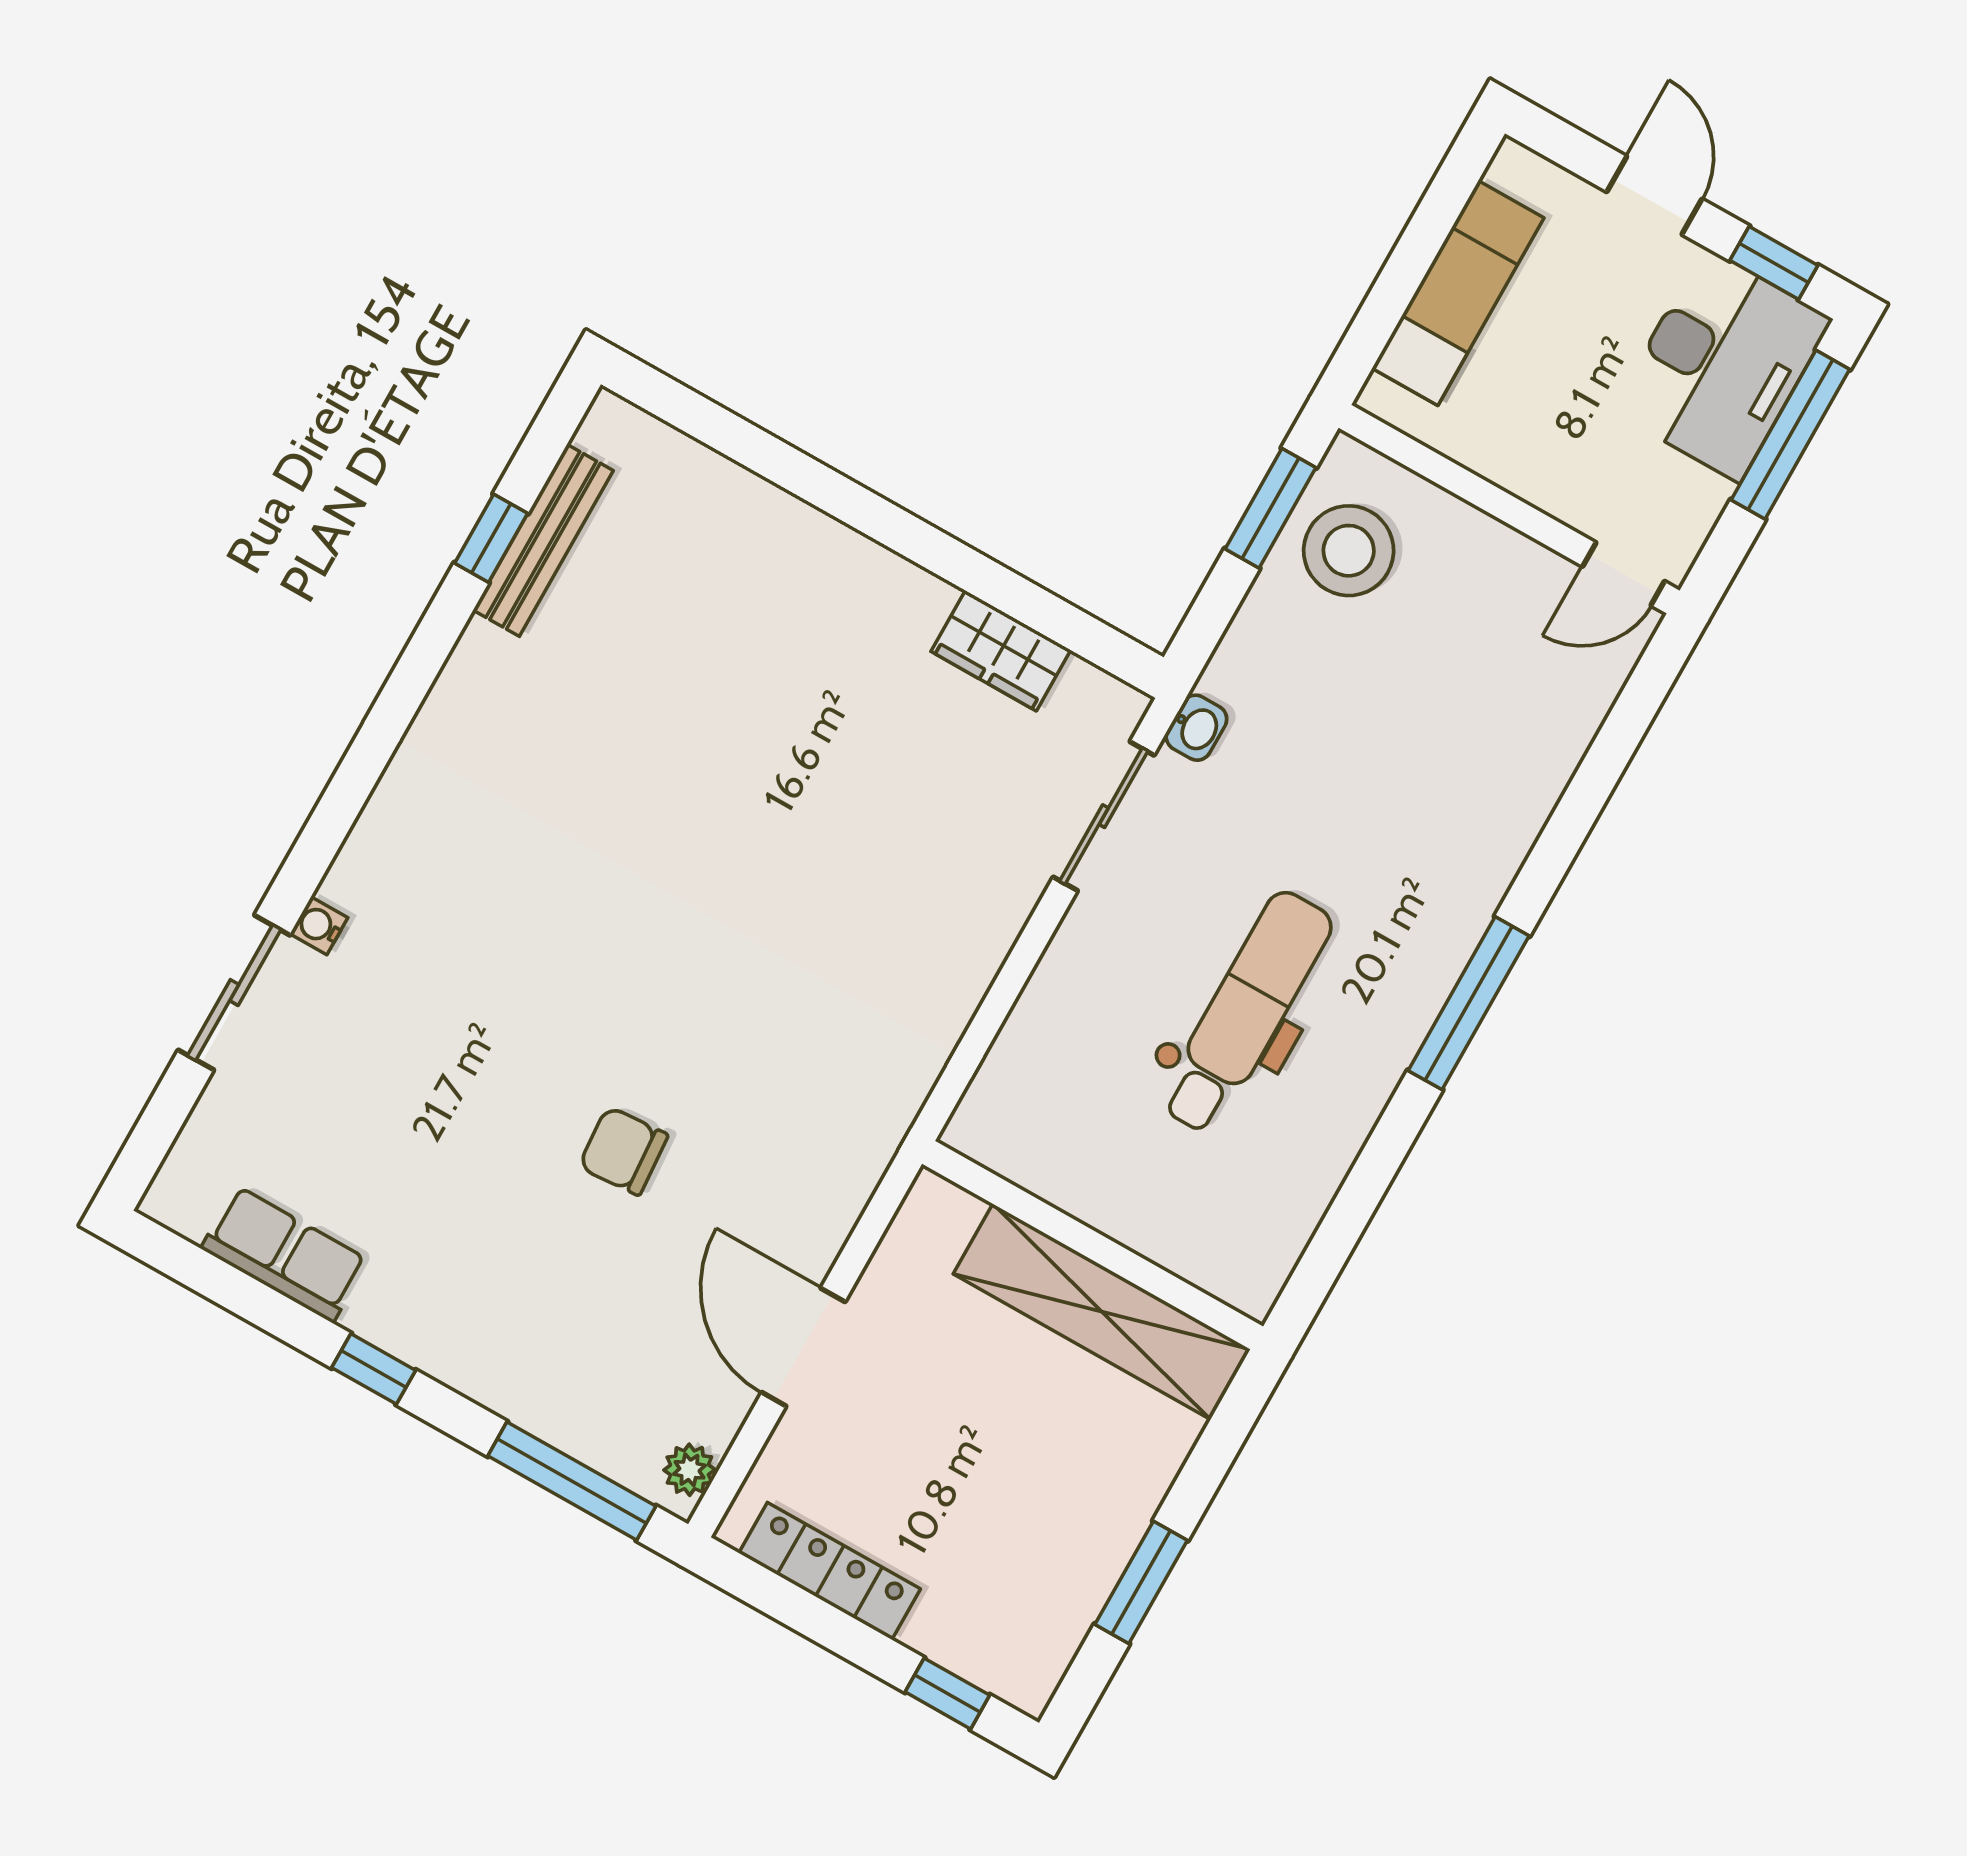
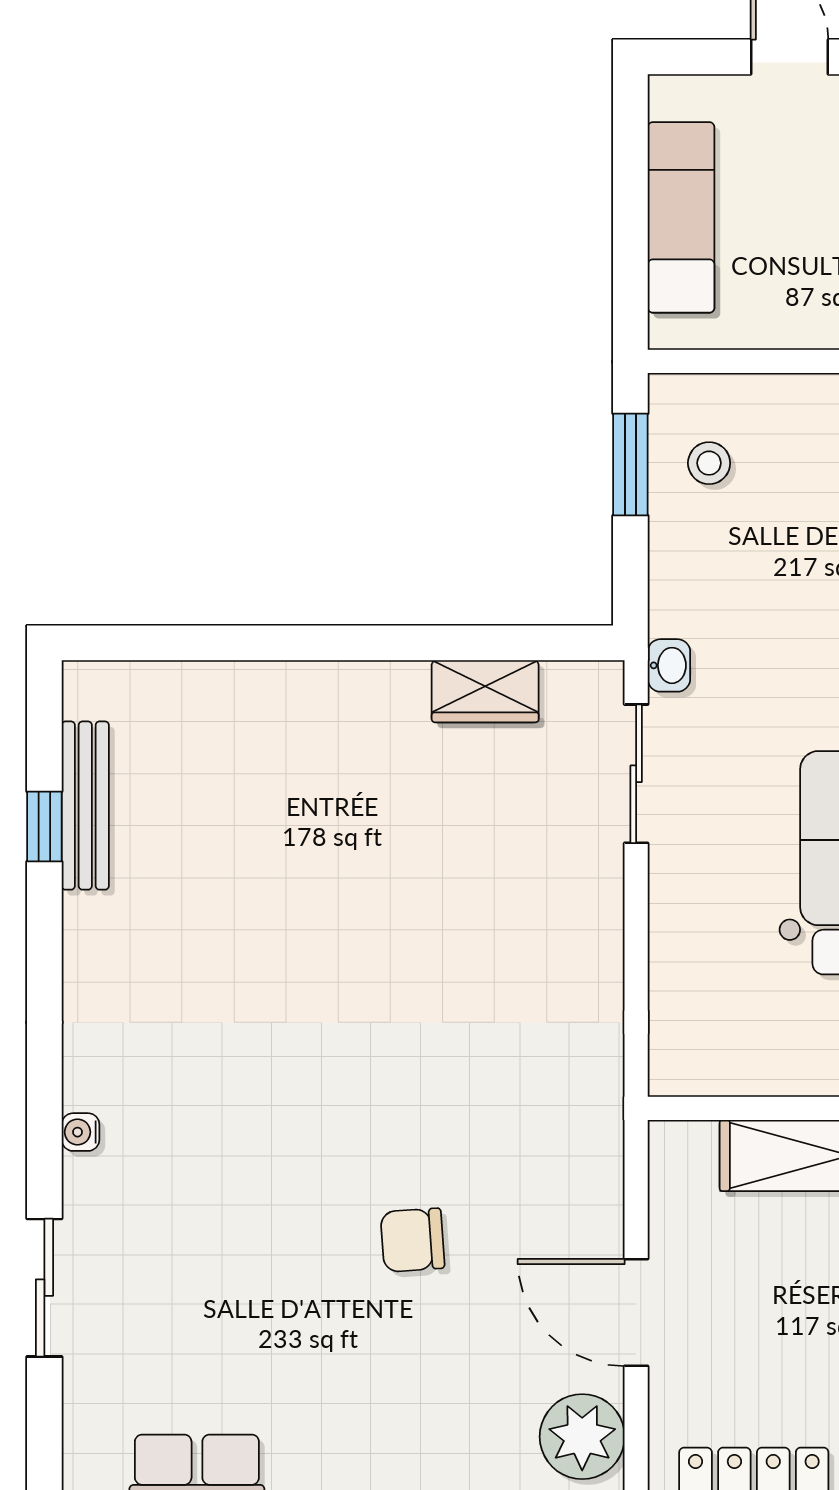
stool: (1349, 551) -> (709, 463), width x0.53, depth x0.53
water cooler: (319, 926) -> (81, 1132), moved
plant: (689, 1470) -> (582, 1437), width x1.88, depth x1.88

